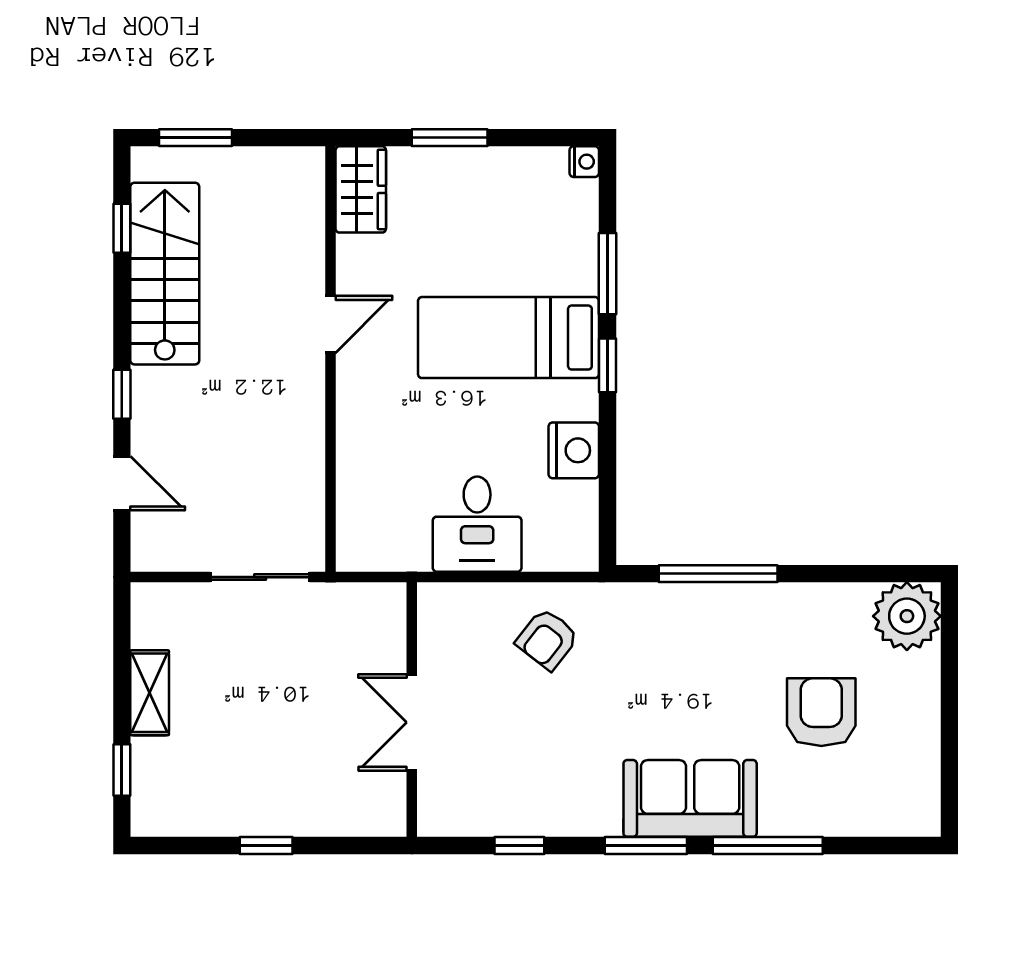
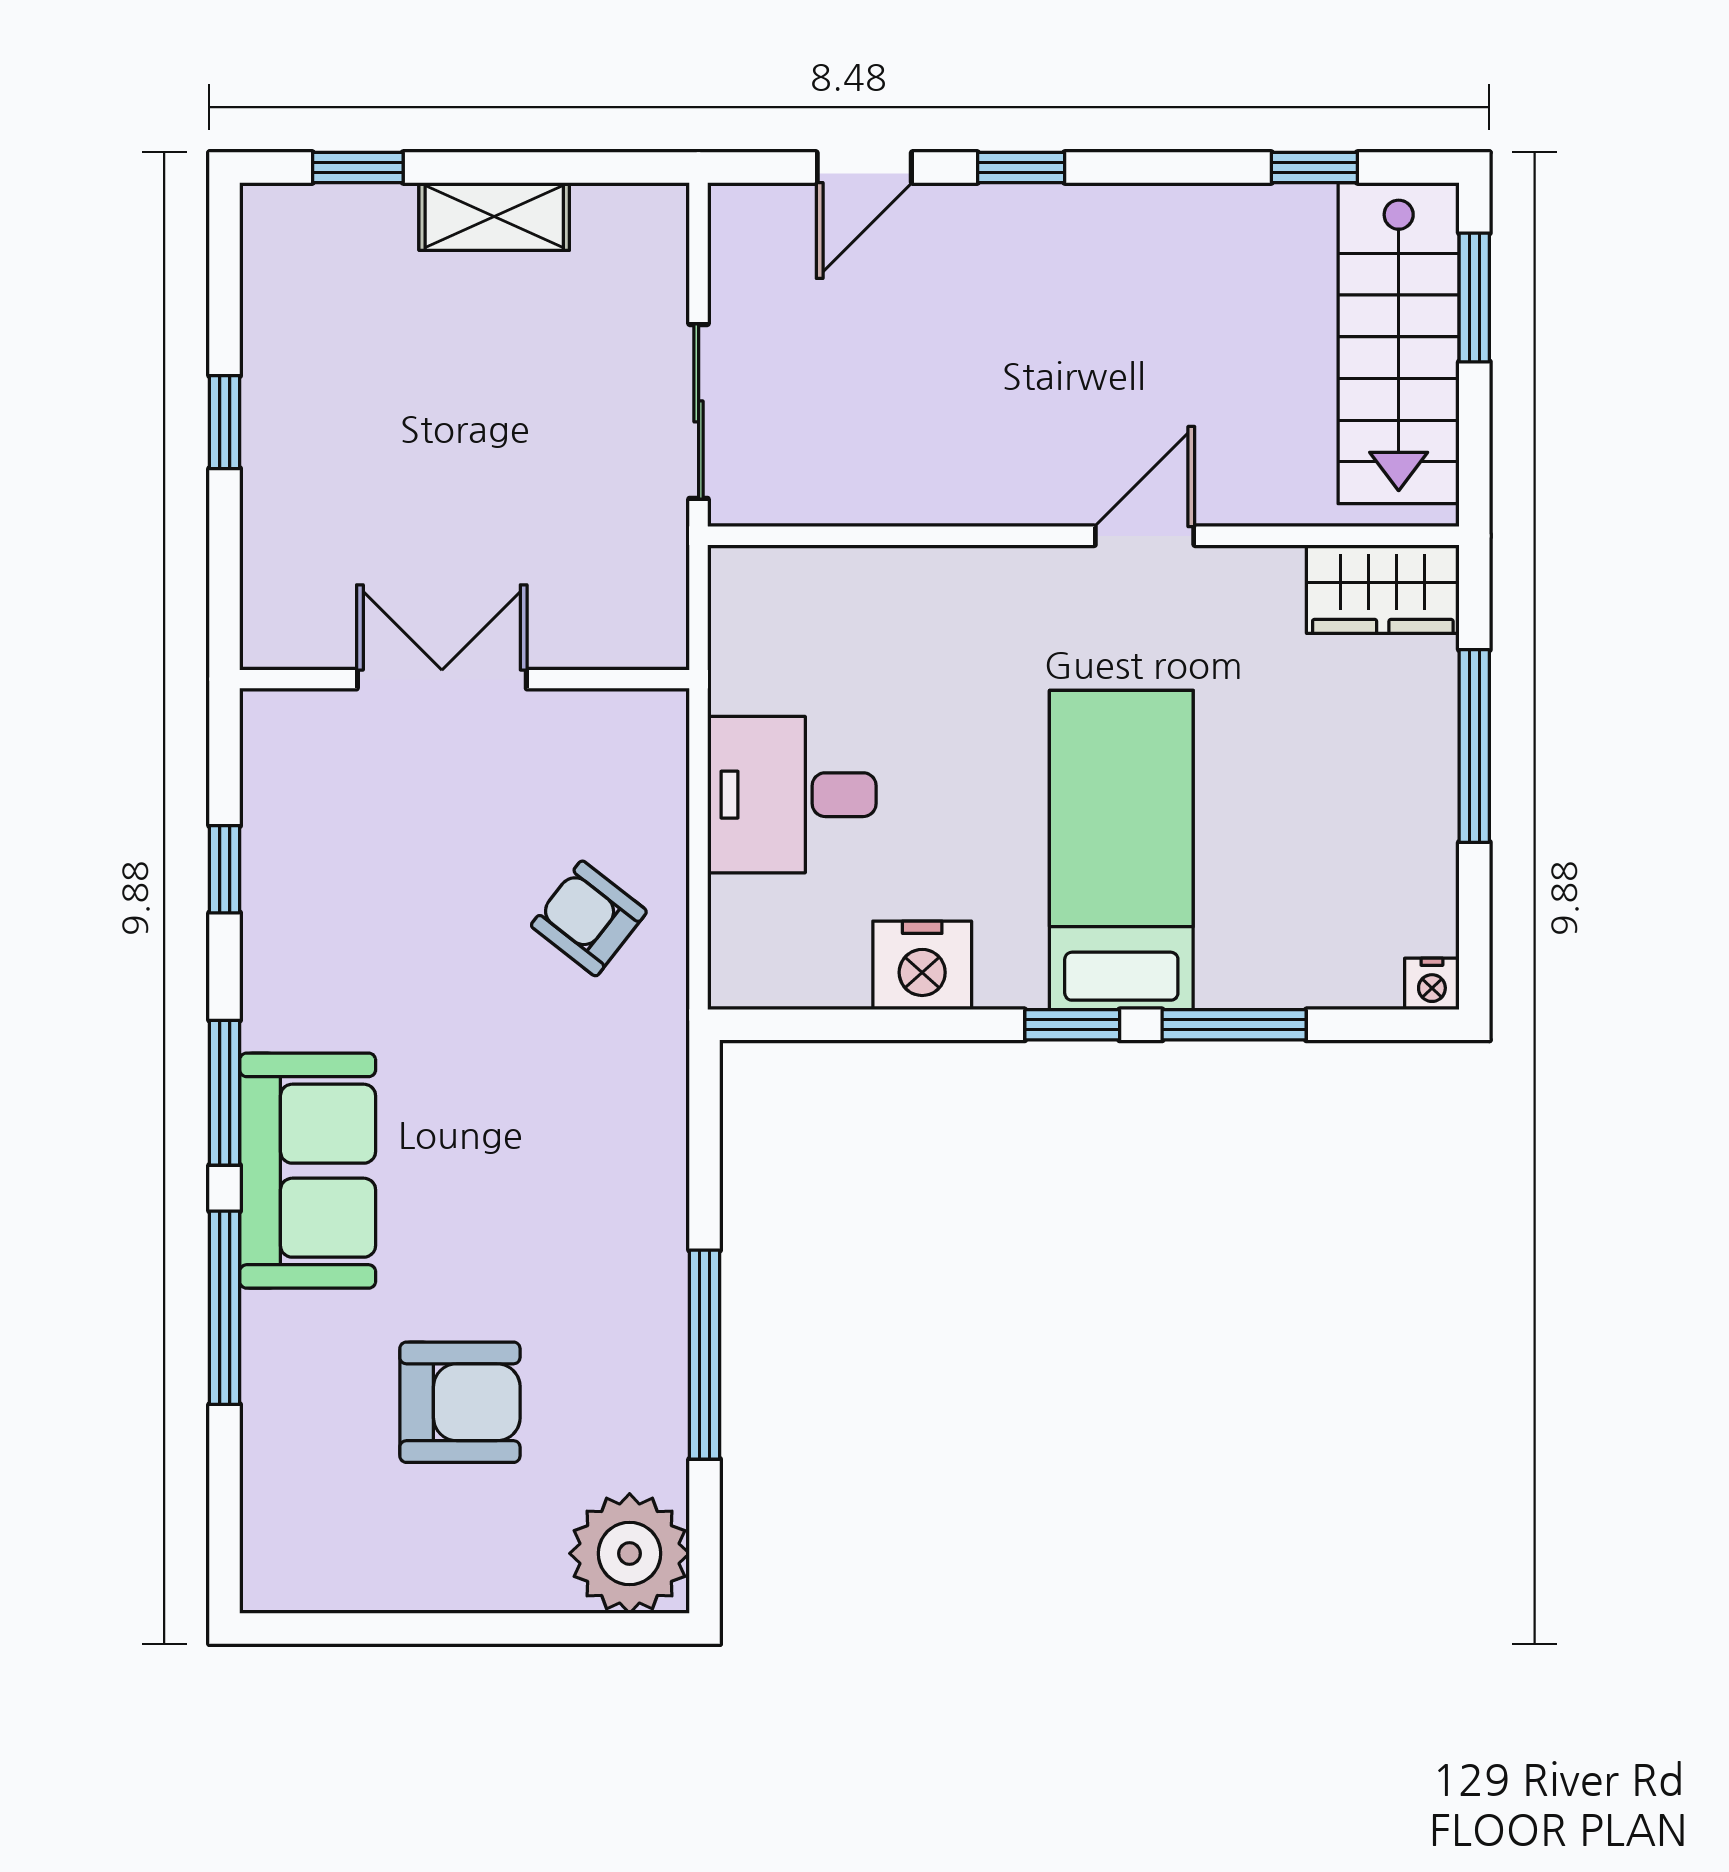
window: (450, 138) -> (1474, 746), width x1.44
stairs: (165, 274) -> (1399, 343), moved, turned 90
door: (330, 324) -> (1145, 536), swing flipped
window: (718, 574) -> (705, 1355), moved

